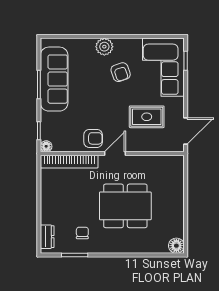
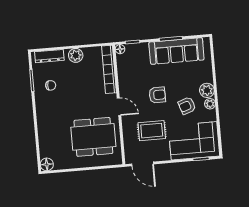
plant: (121, 44) -> (210, 104), added
rug: (147, 117) -> (152, 131), turned 90
armchair: (93, 138) -> (157, 95), moved, turned -90
plant: (49, 200) -> (76, 55), added
dining table: (125, 206) -> (93, 137), moved, turned 90
dresser: (47, 237) -> (49, 56), width x1.44

